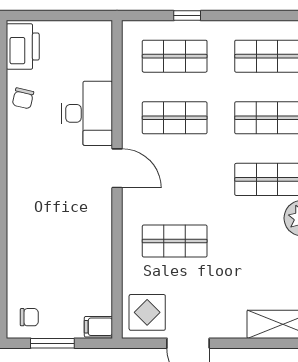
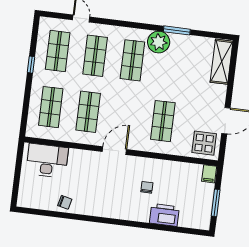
window: (187, 16) -> (31, 65), moved
printer: (23, 47) -> (164, 215), moved
desk: (87, 113) -> (47, 161), moved
chair: (29, 317) -> (147, 187), moved

